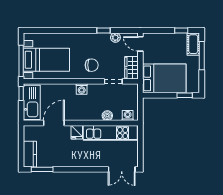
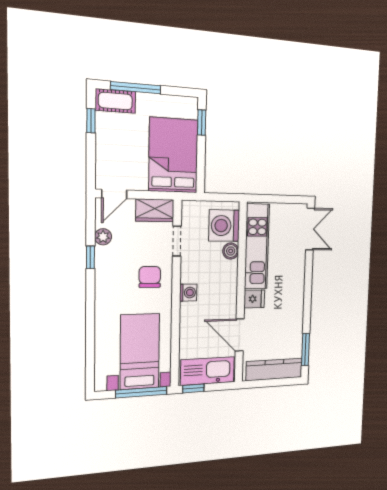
washing machine: (128, 116) -> (224, 226), width x1.89, depth x1.89
kitchen counter: (30, 154) -> (274, 369), width x1.50

